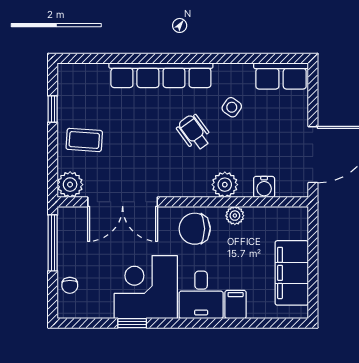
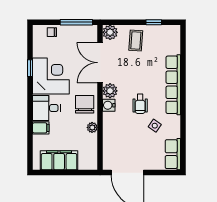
wheelchair: (194, 133) -> (140, 104), turned 126
plant: (225, 185) -> (110, 91), moved
water cooler: (264, 187) -> (109, 105), moved

